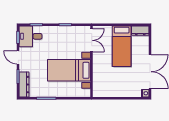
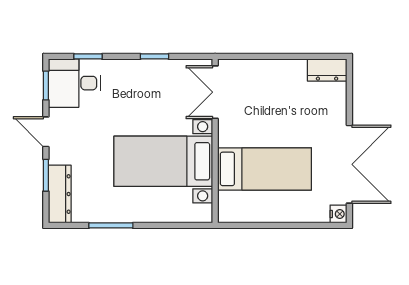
double door: (92, 40) -> (215, 92), swing flipped
bed: (122, 46) -> (264, 169), moved, turned -90

